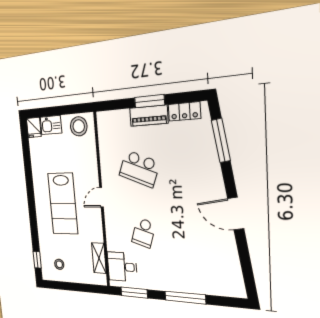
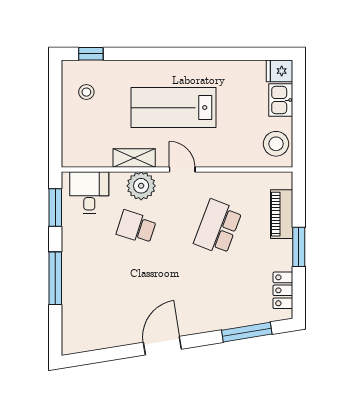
piano: (149, 116) -> (282, 214), moved
plant: (115, 228) -> (141, 186), added
shelving: (99, 258) -> (134, 158), moved

